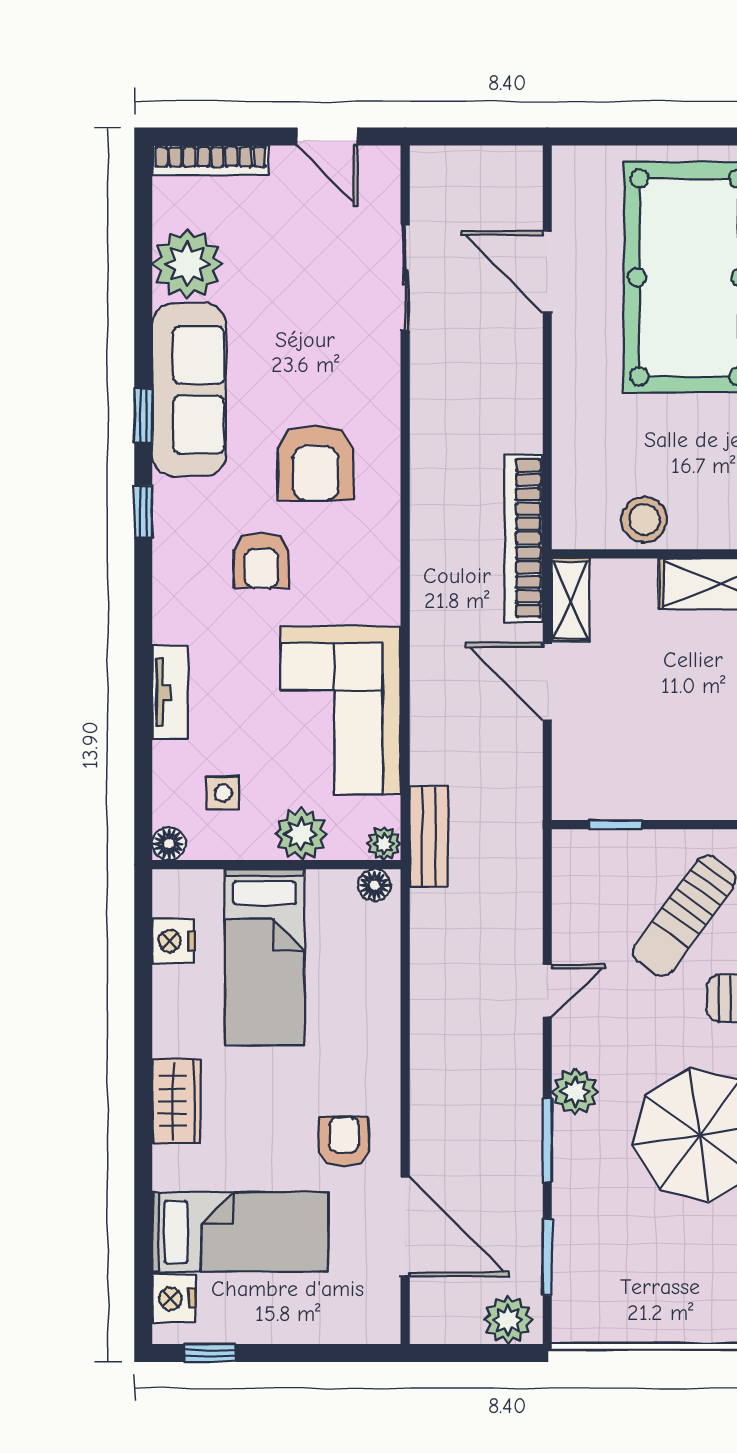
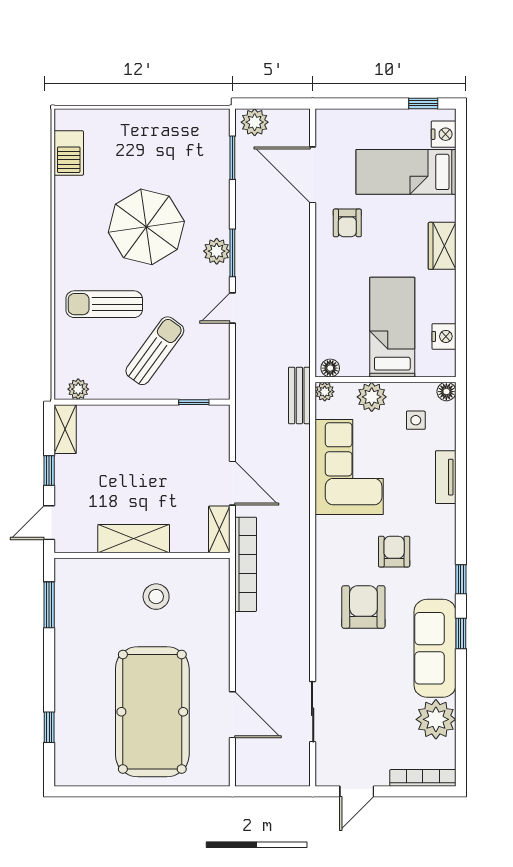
door: (327, 137) -> (357, 791), swing flipped
stool: (644, 520) -> (156, 597), moved
window: (547, 1140) -> (232, 253), moved

